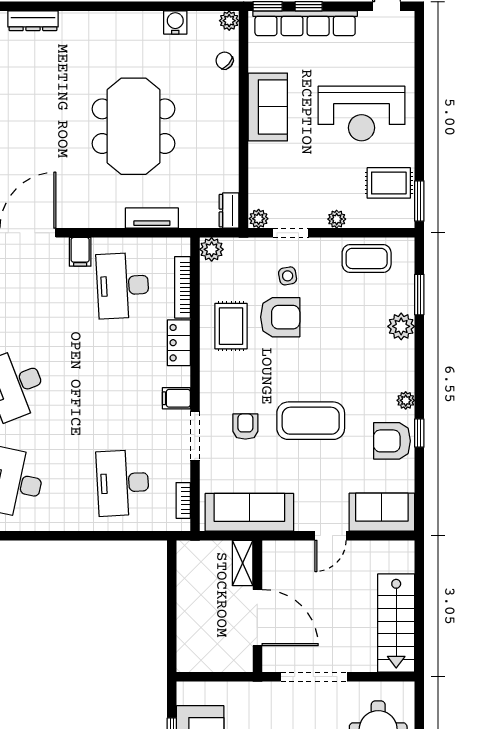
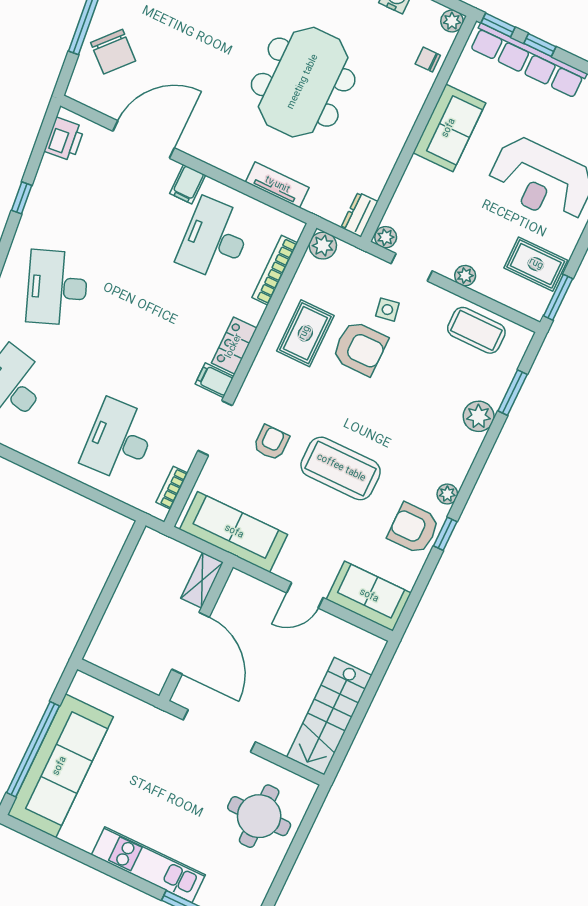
chair: (225, 61) -> (428, 60), turned -41
locker: (179, 343) -> (234, 346), moved

